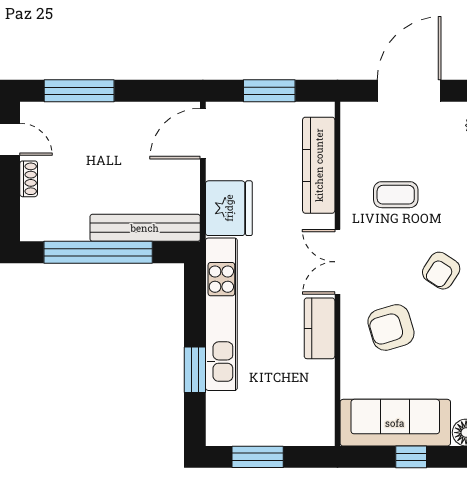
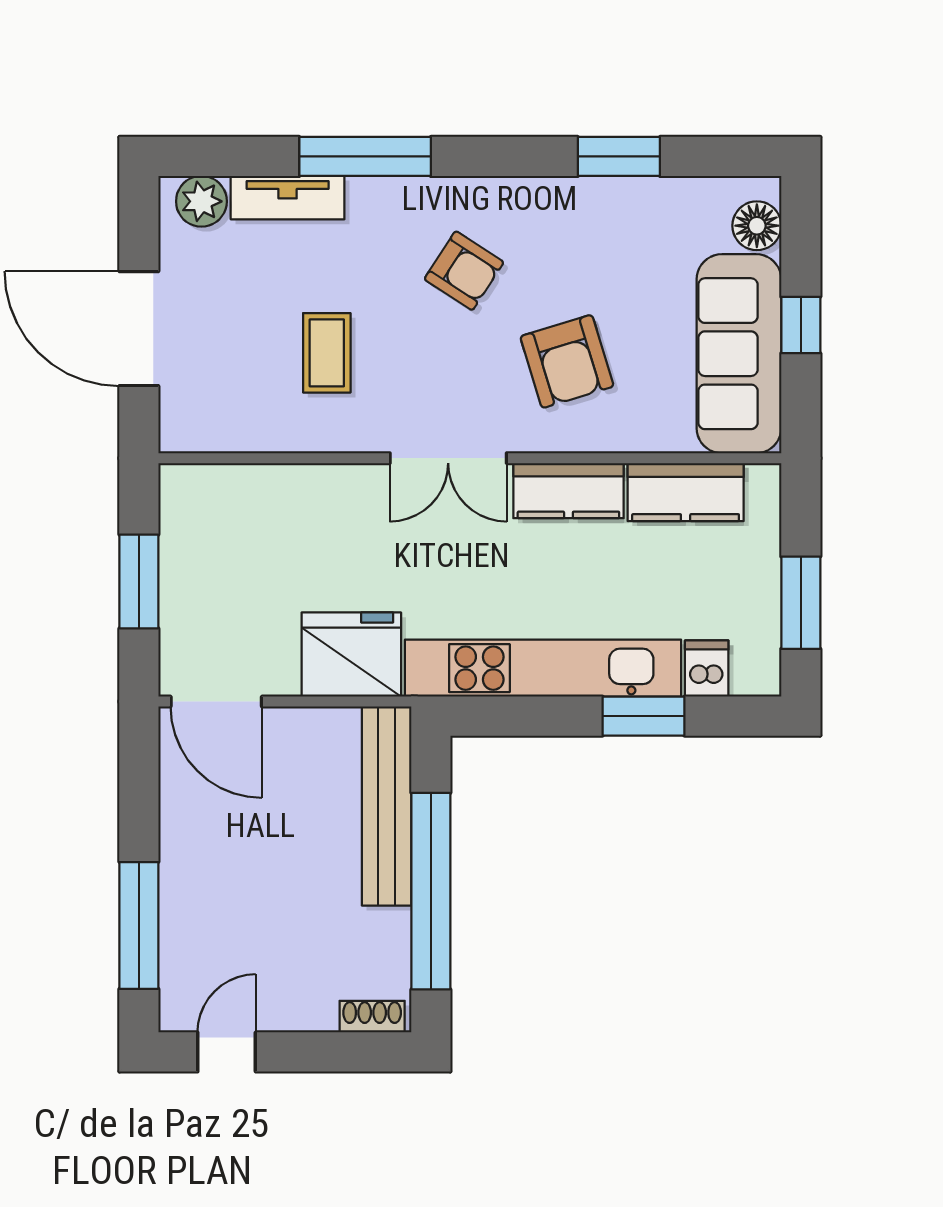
kitchen counter: (319, 165) -> (686, 492), moved, width x0.67
shoe rack: (29, 179) -> (372, 1017), moved
dishwasher: (221, 405) -> (707, 669), added

